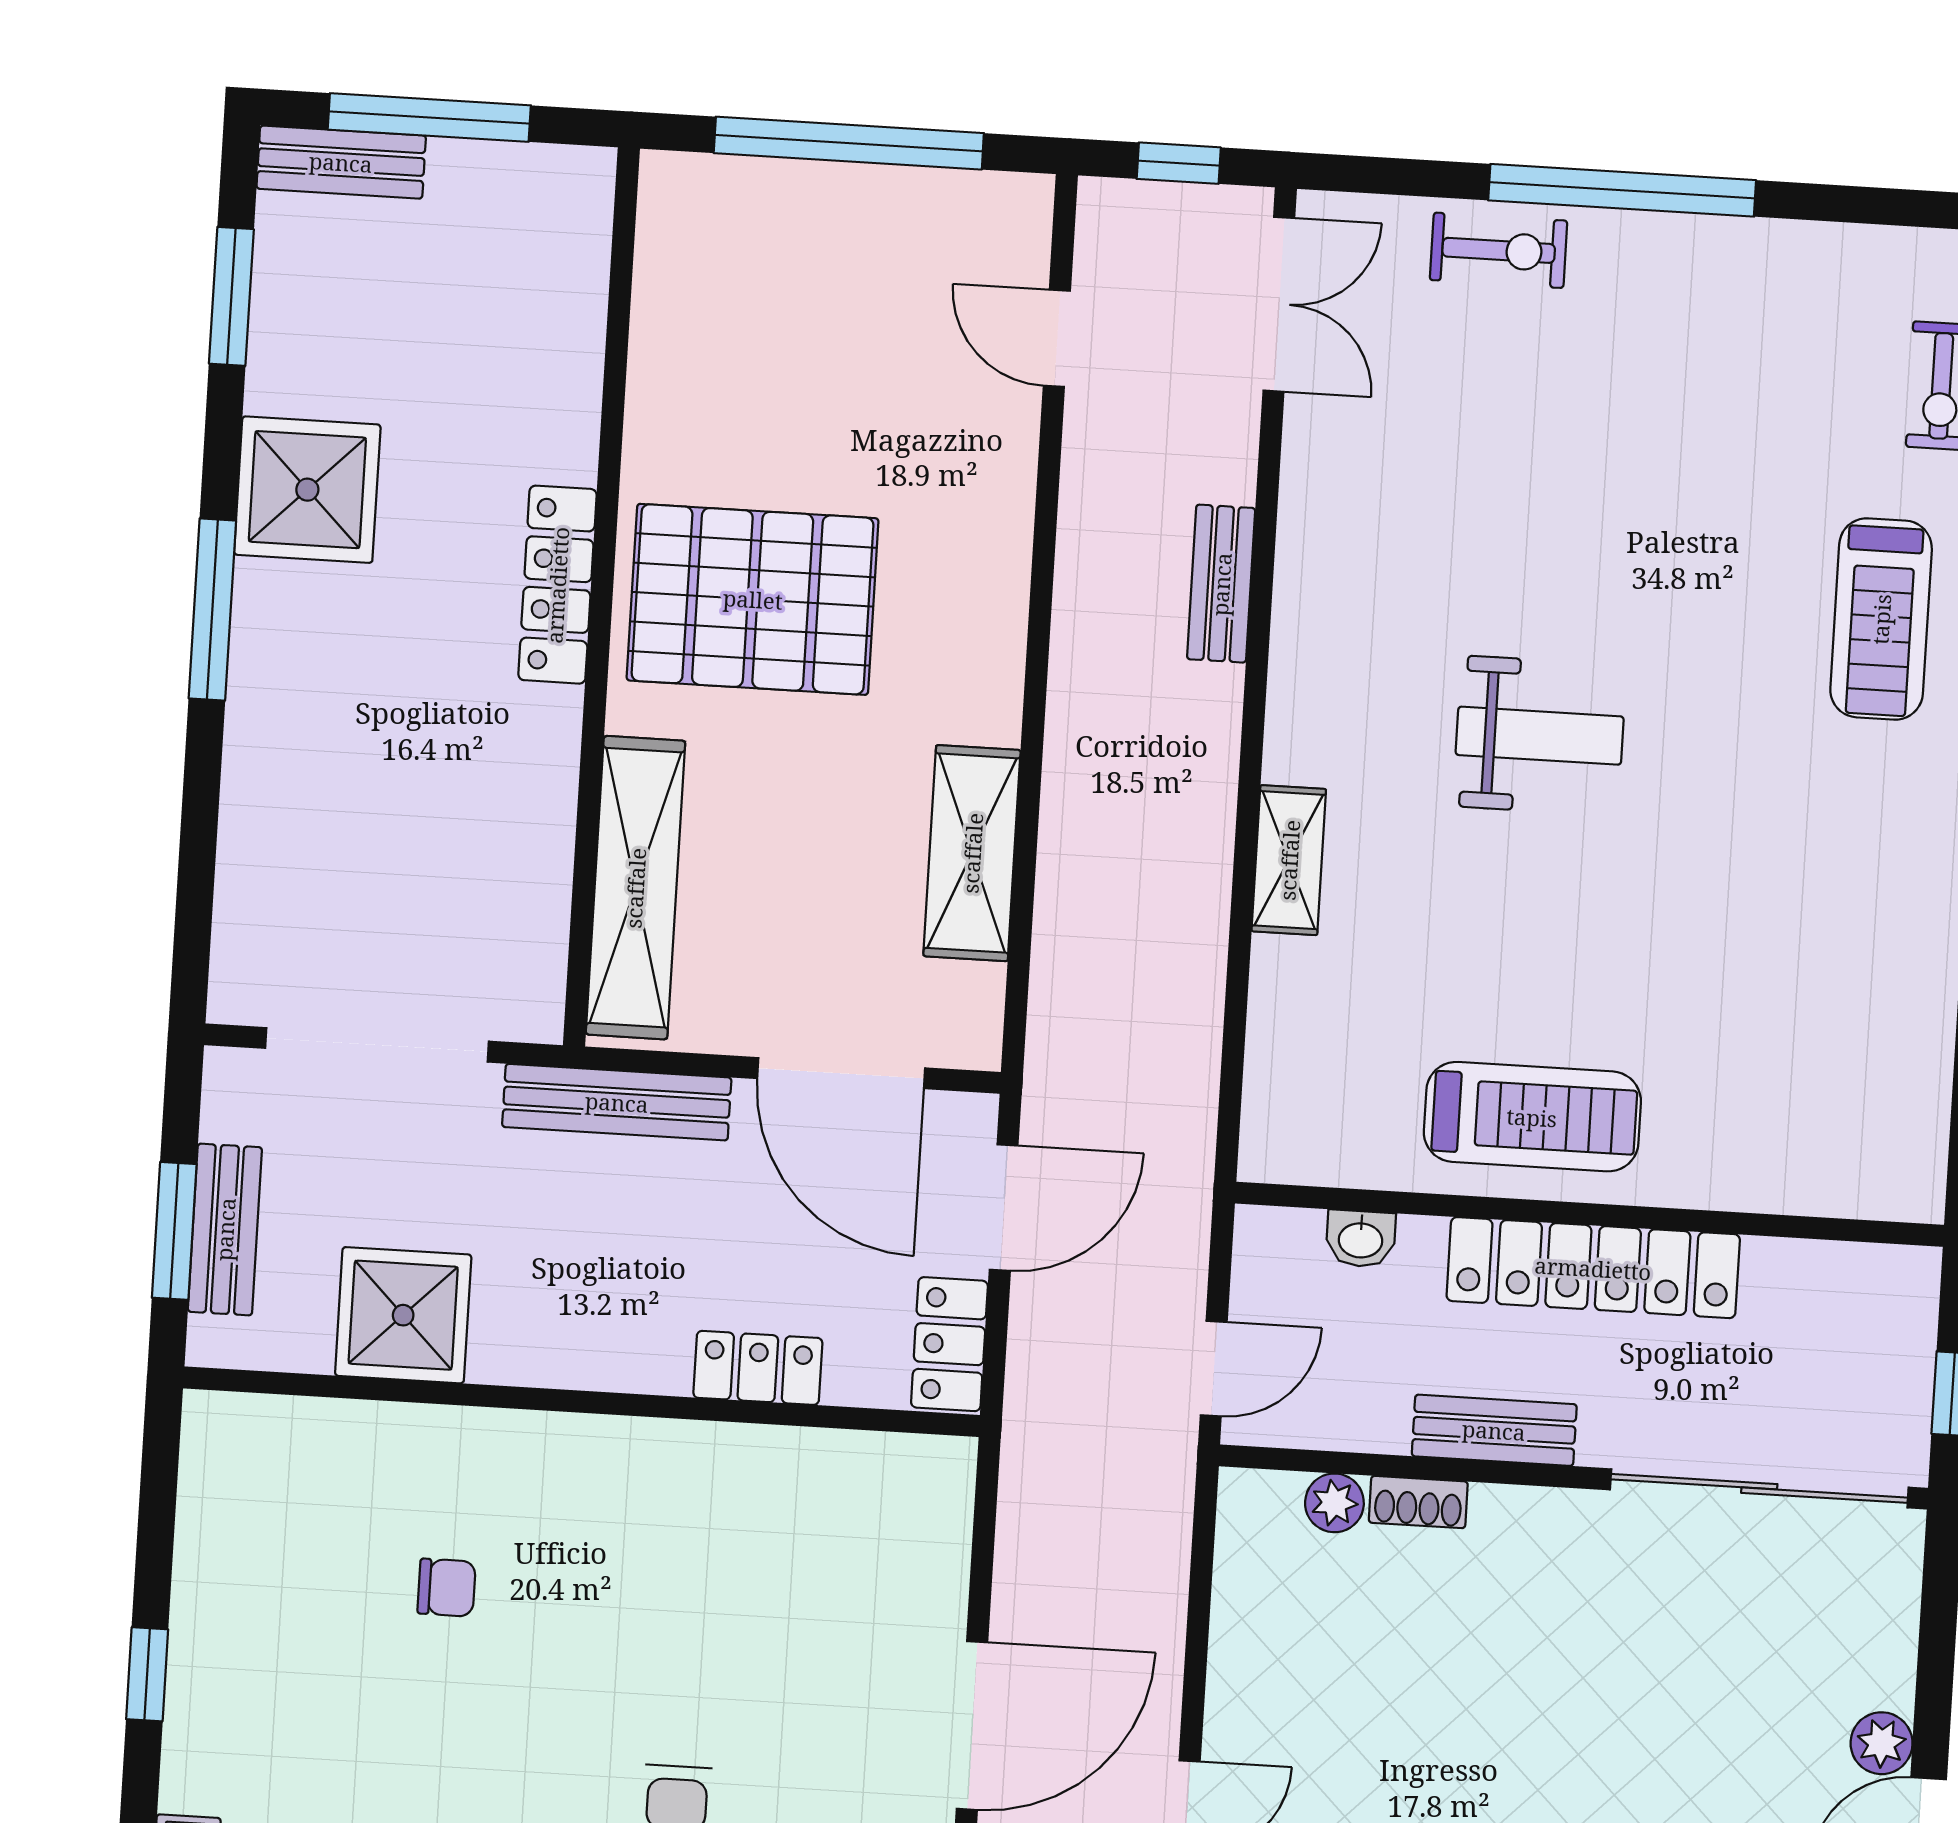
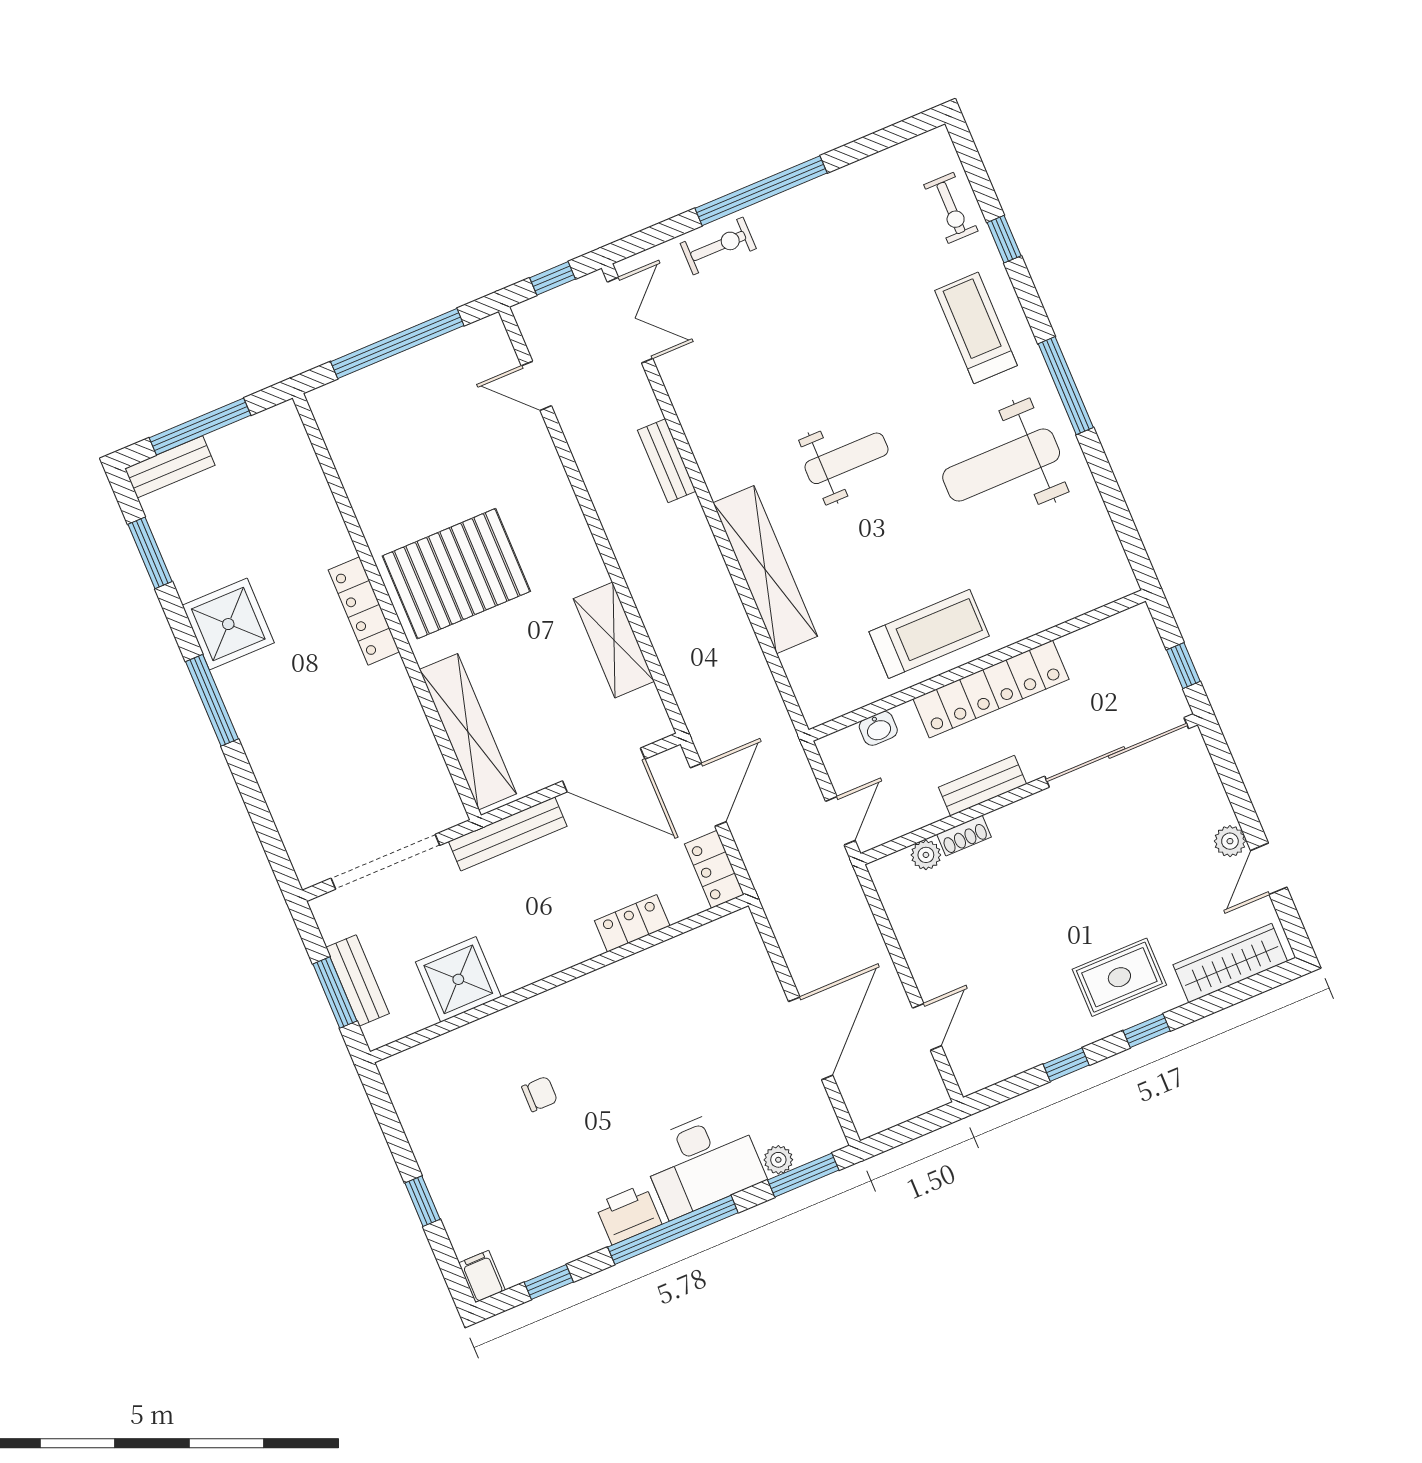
treadmill: (1881, 619) -> (976, 328), turned 180
shelving: (1289, 860) -> (765, 570), width x2.20, depth x1.33
weight bench: (1806, 882) -> (1001, 465), added

